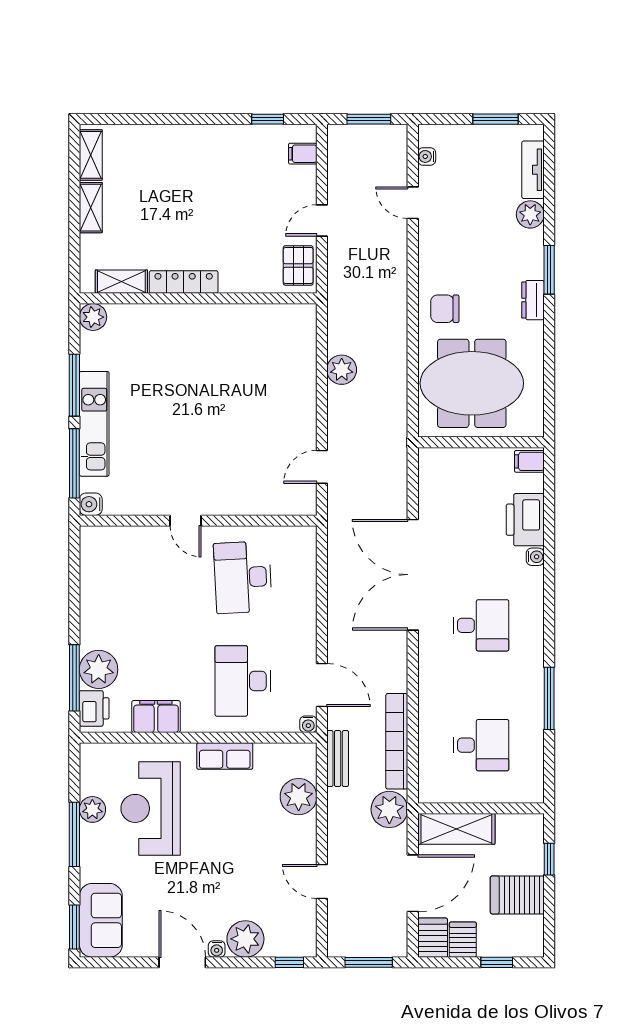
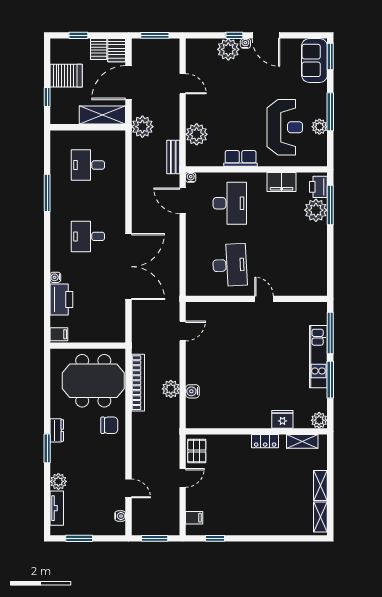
locker: (184, 282) -> (265, 441), width x0.66
fridge: (154, 319) -> (282, 419), added
water cooler: (91, 504) -> (192, 391), moved, turned 180
bookcase: (397, 741) -> (138, 383), moved
window: (289, 962) -> (234, 35), moved

